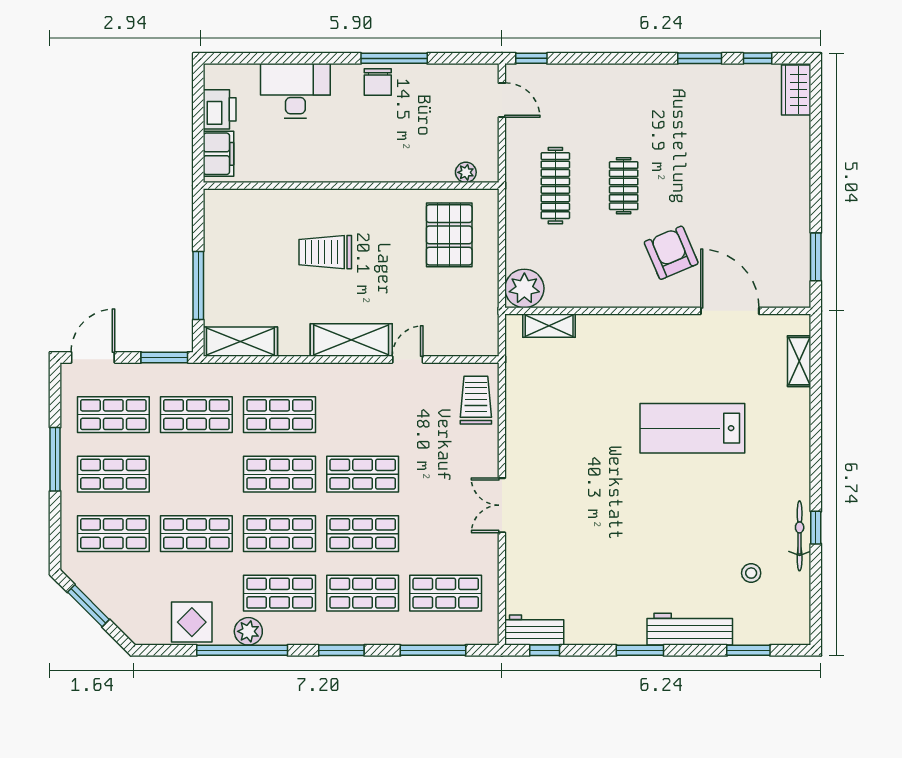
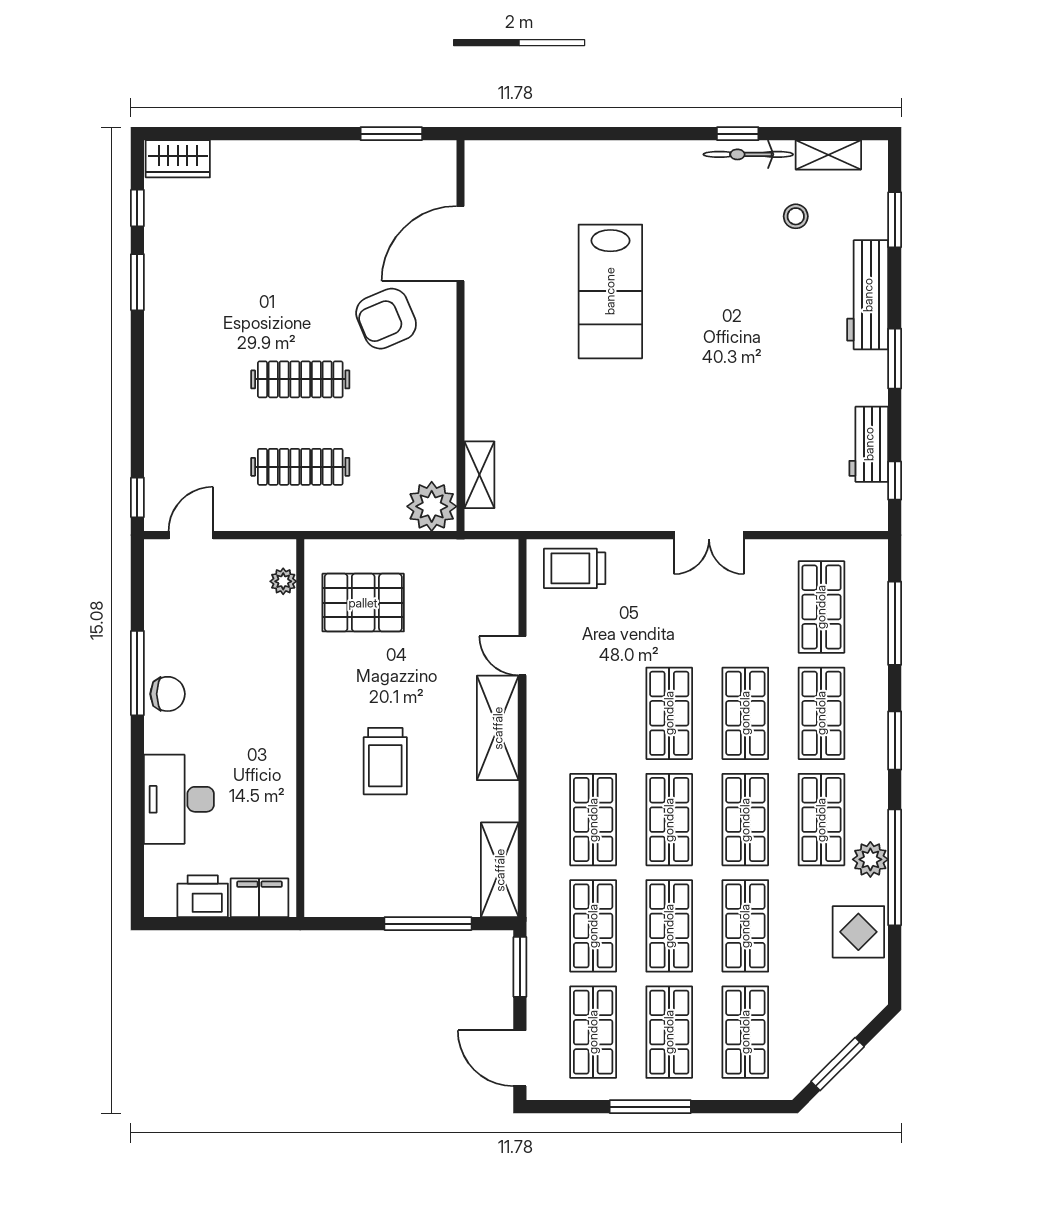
clothes rail: (624, 186) -> (300, 379), width x1.36
shelving: (799, 361) -> (828, 155), moved
shop shelf: (196, 474) -> (669, 926), added
workbench: (534, 630) -> (869, 444), moved

